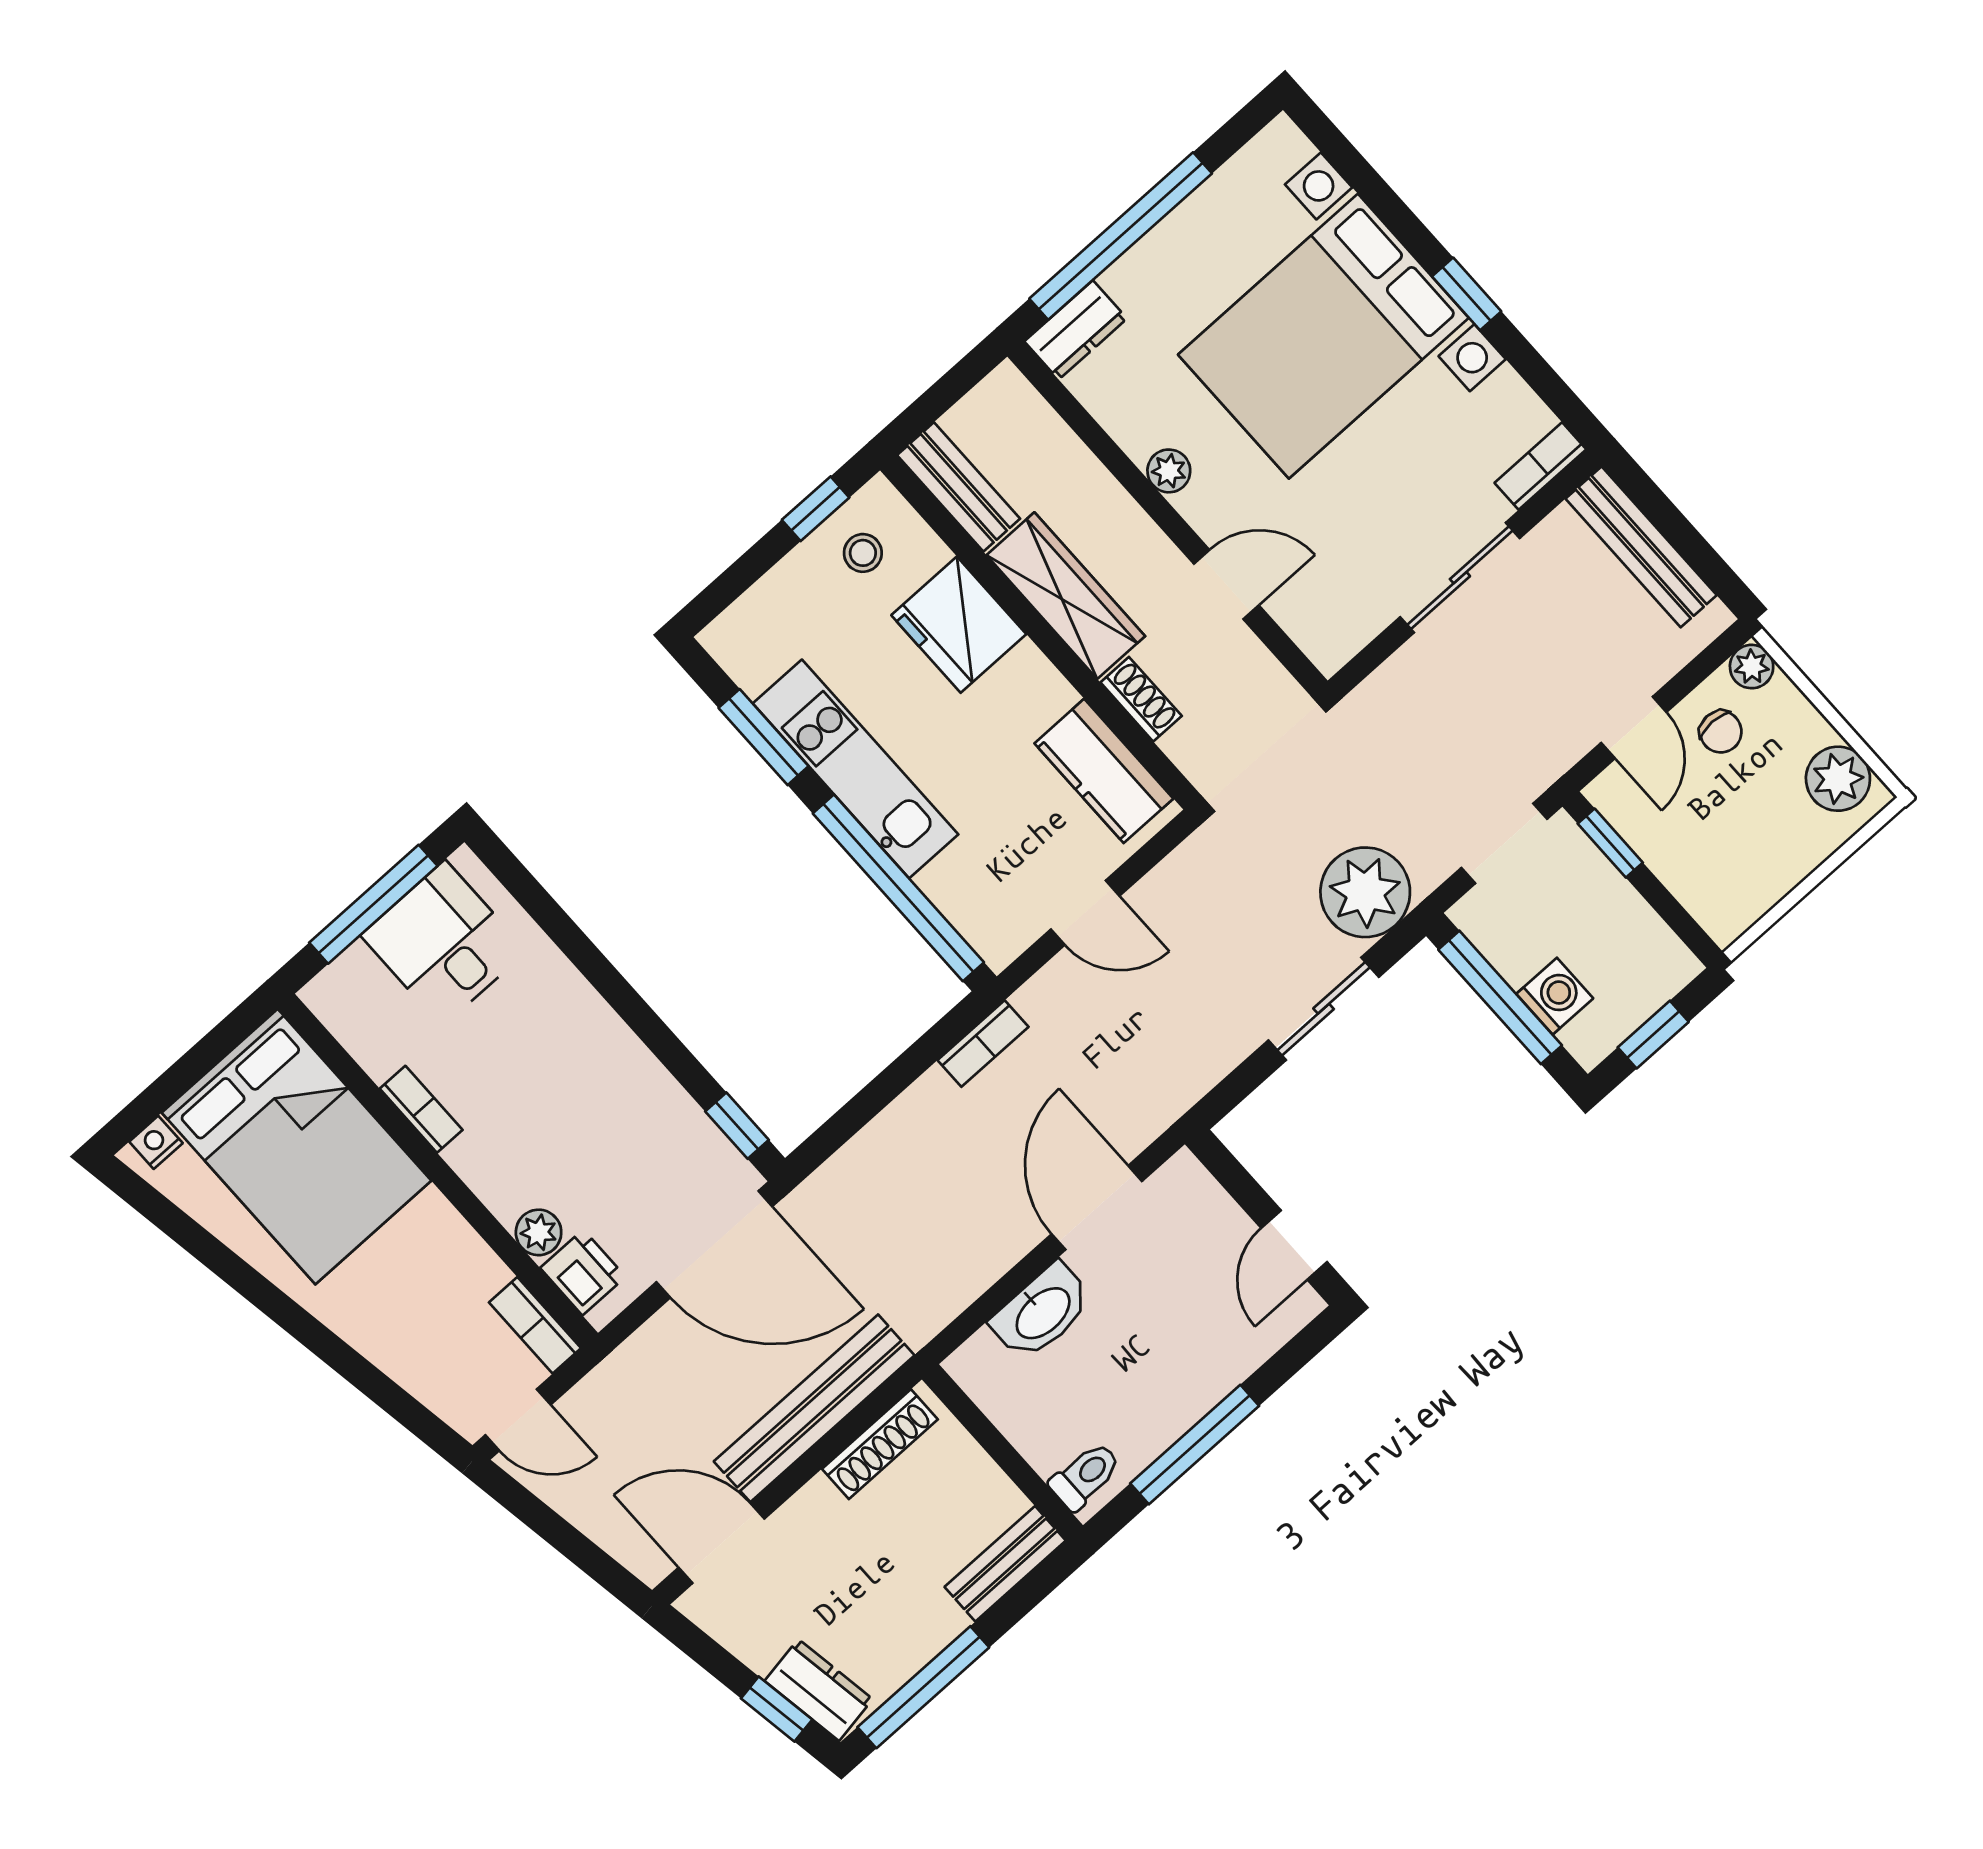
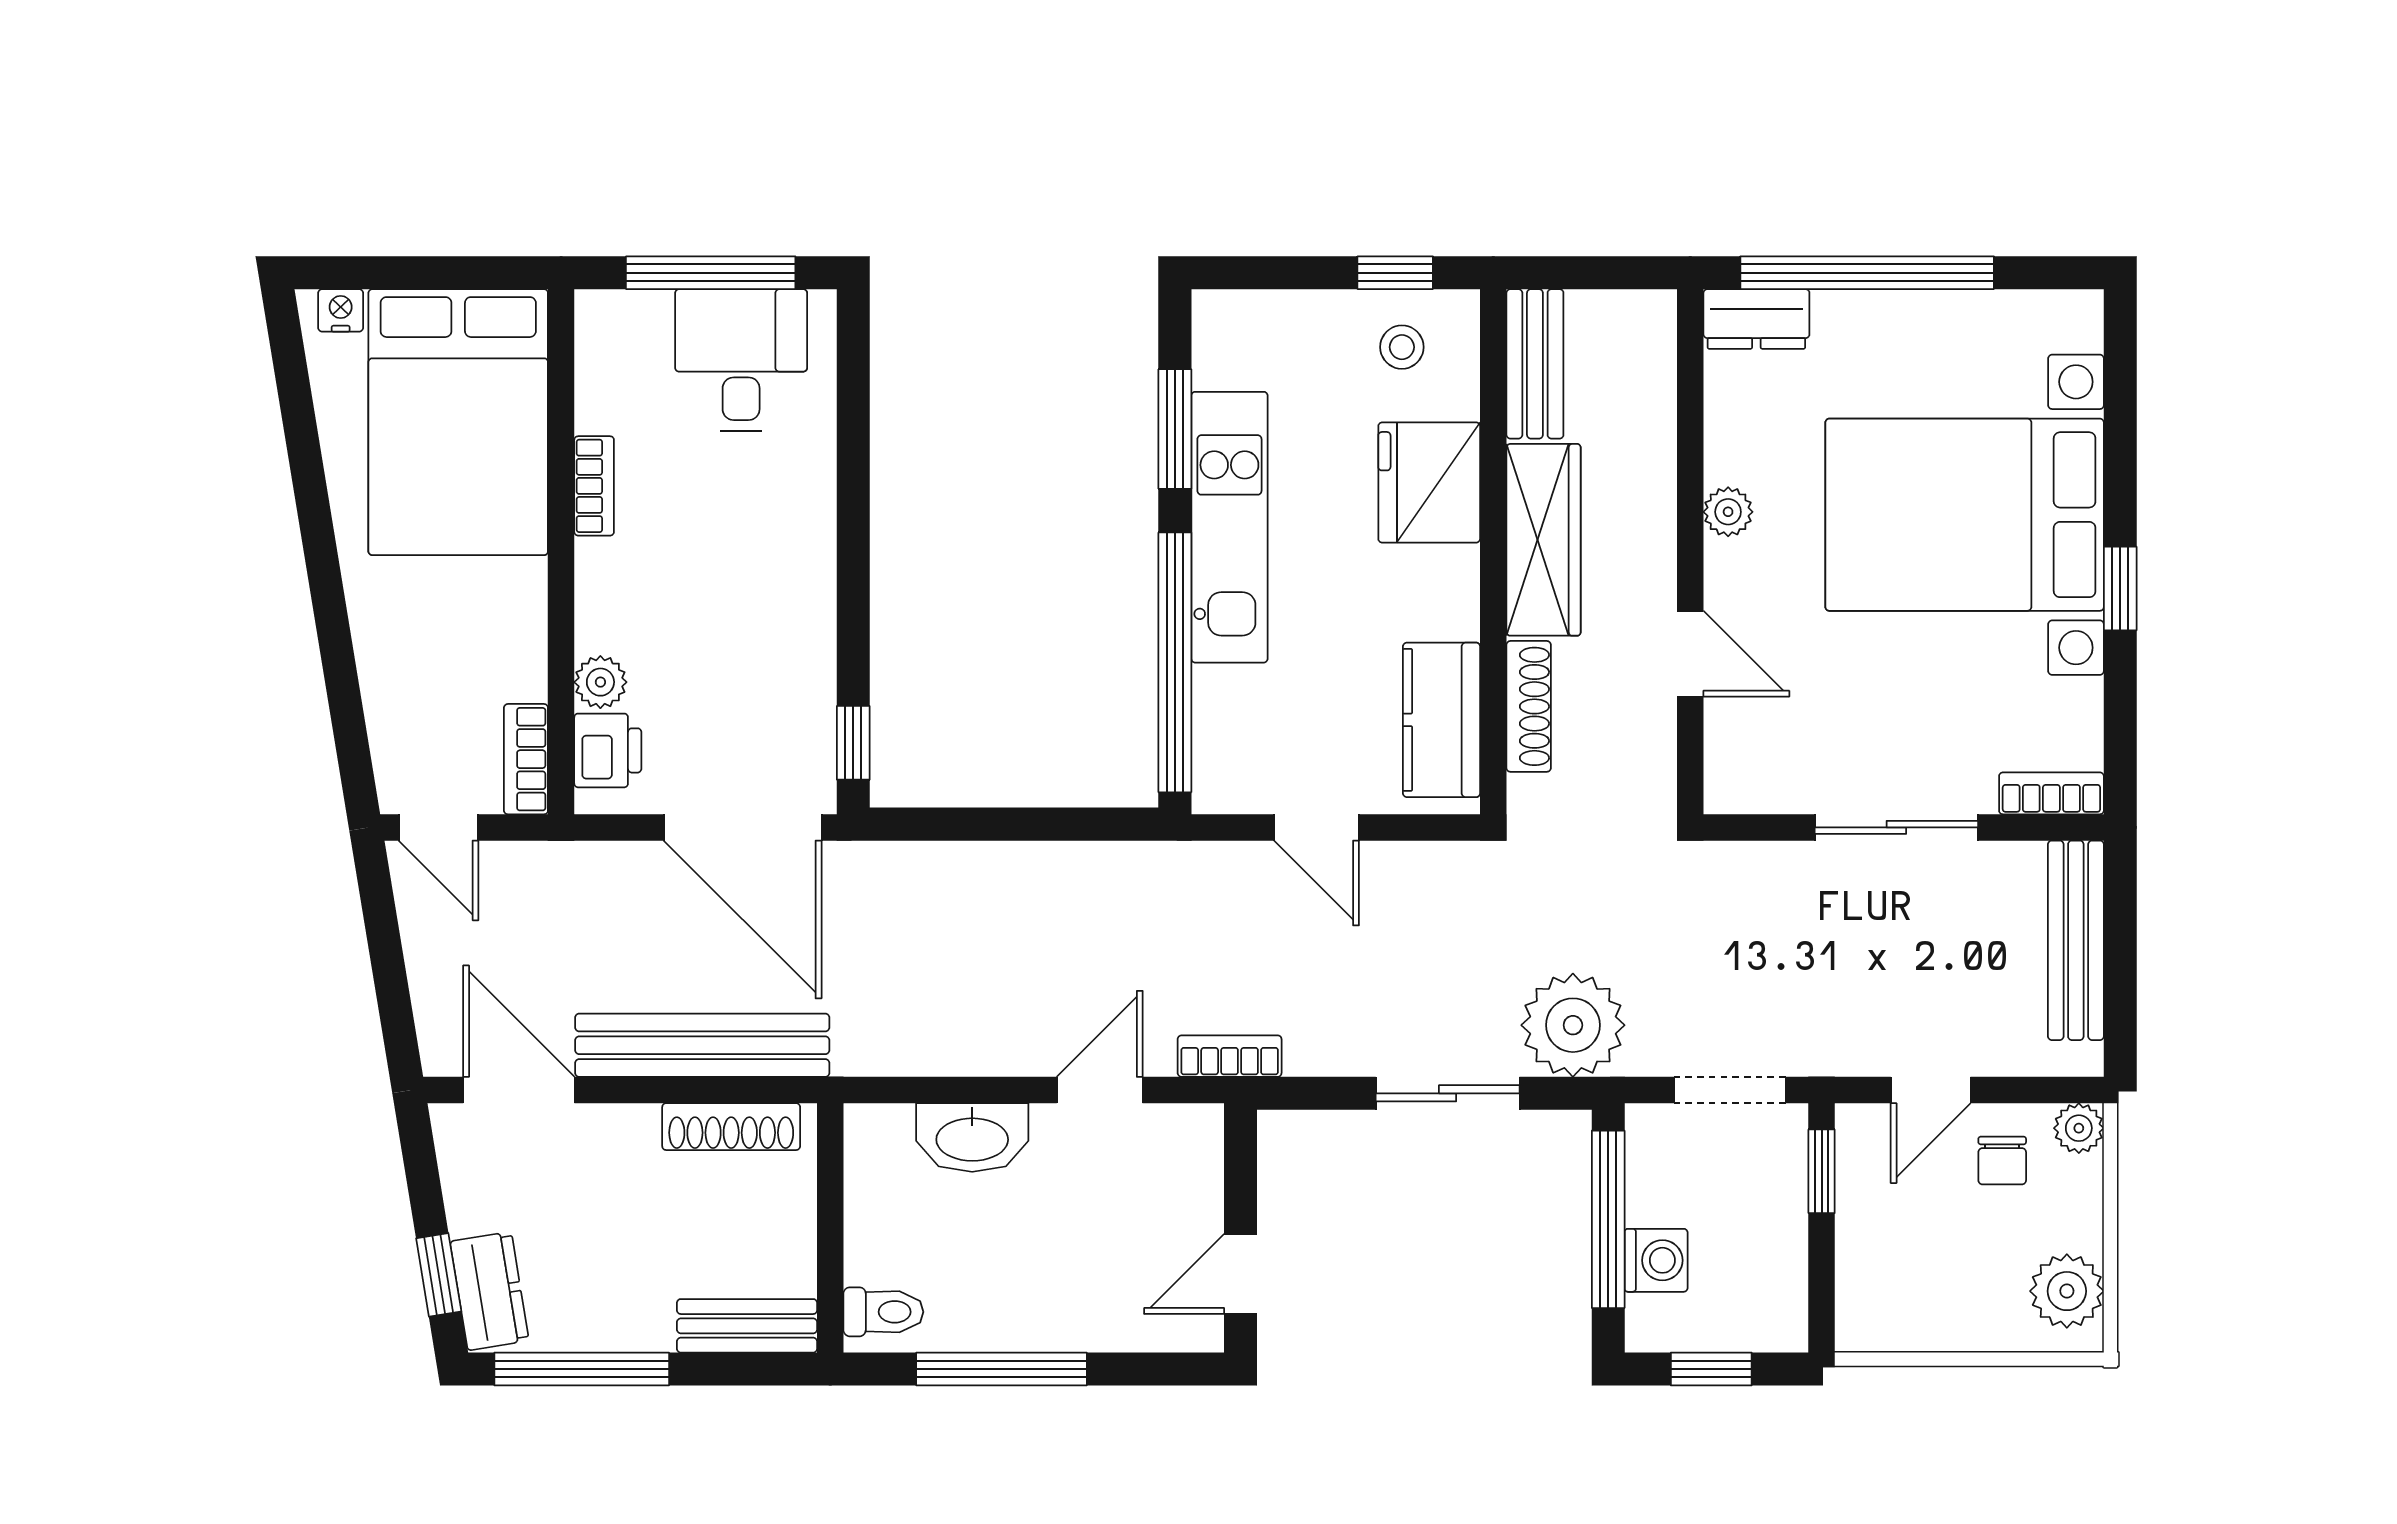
shoe rack: (1141, 699) -> (1529, 706), width x1.43
bookcase: (983, 1043) -> (1230, 1056), moved, turned 180
door: (1097, 1208) -> (1100, 1090), width x0.73

